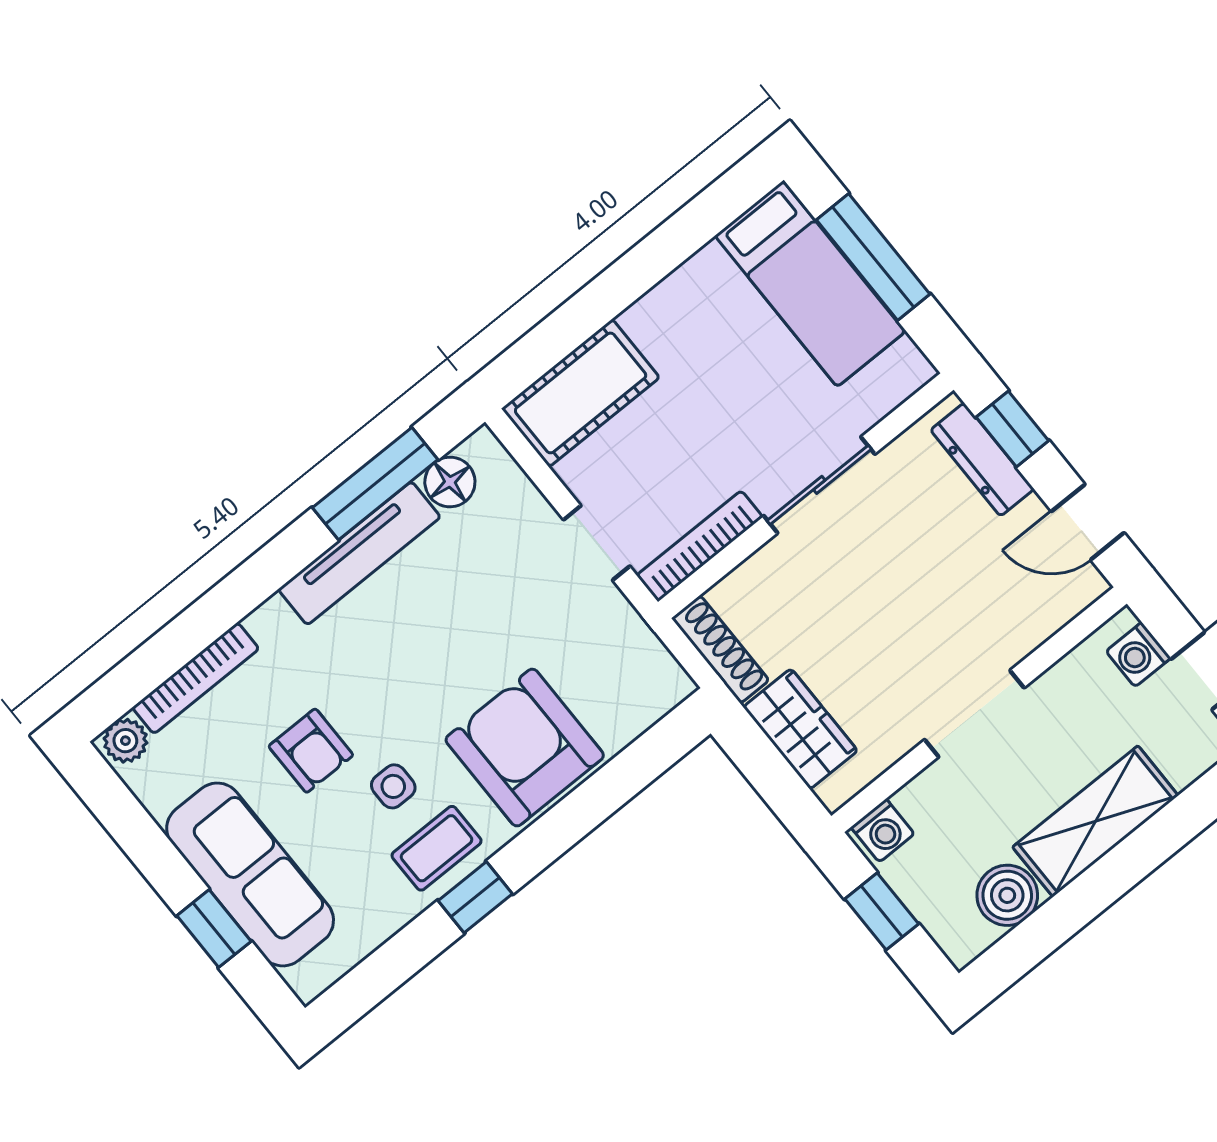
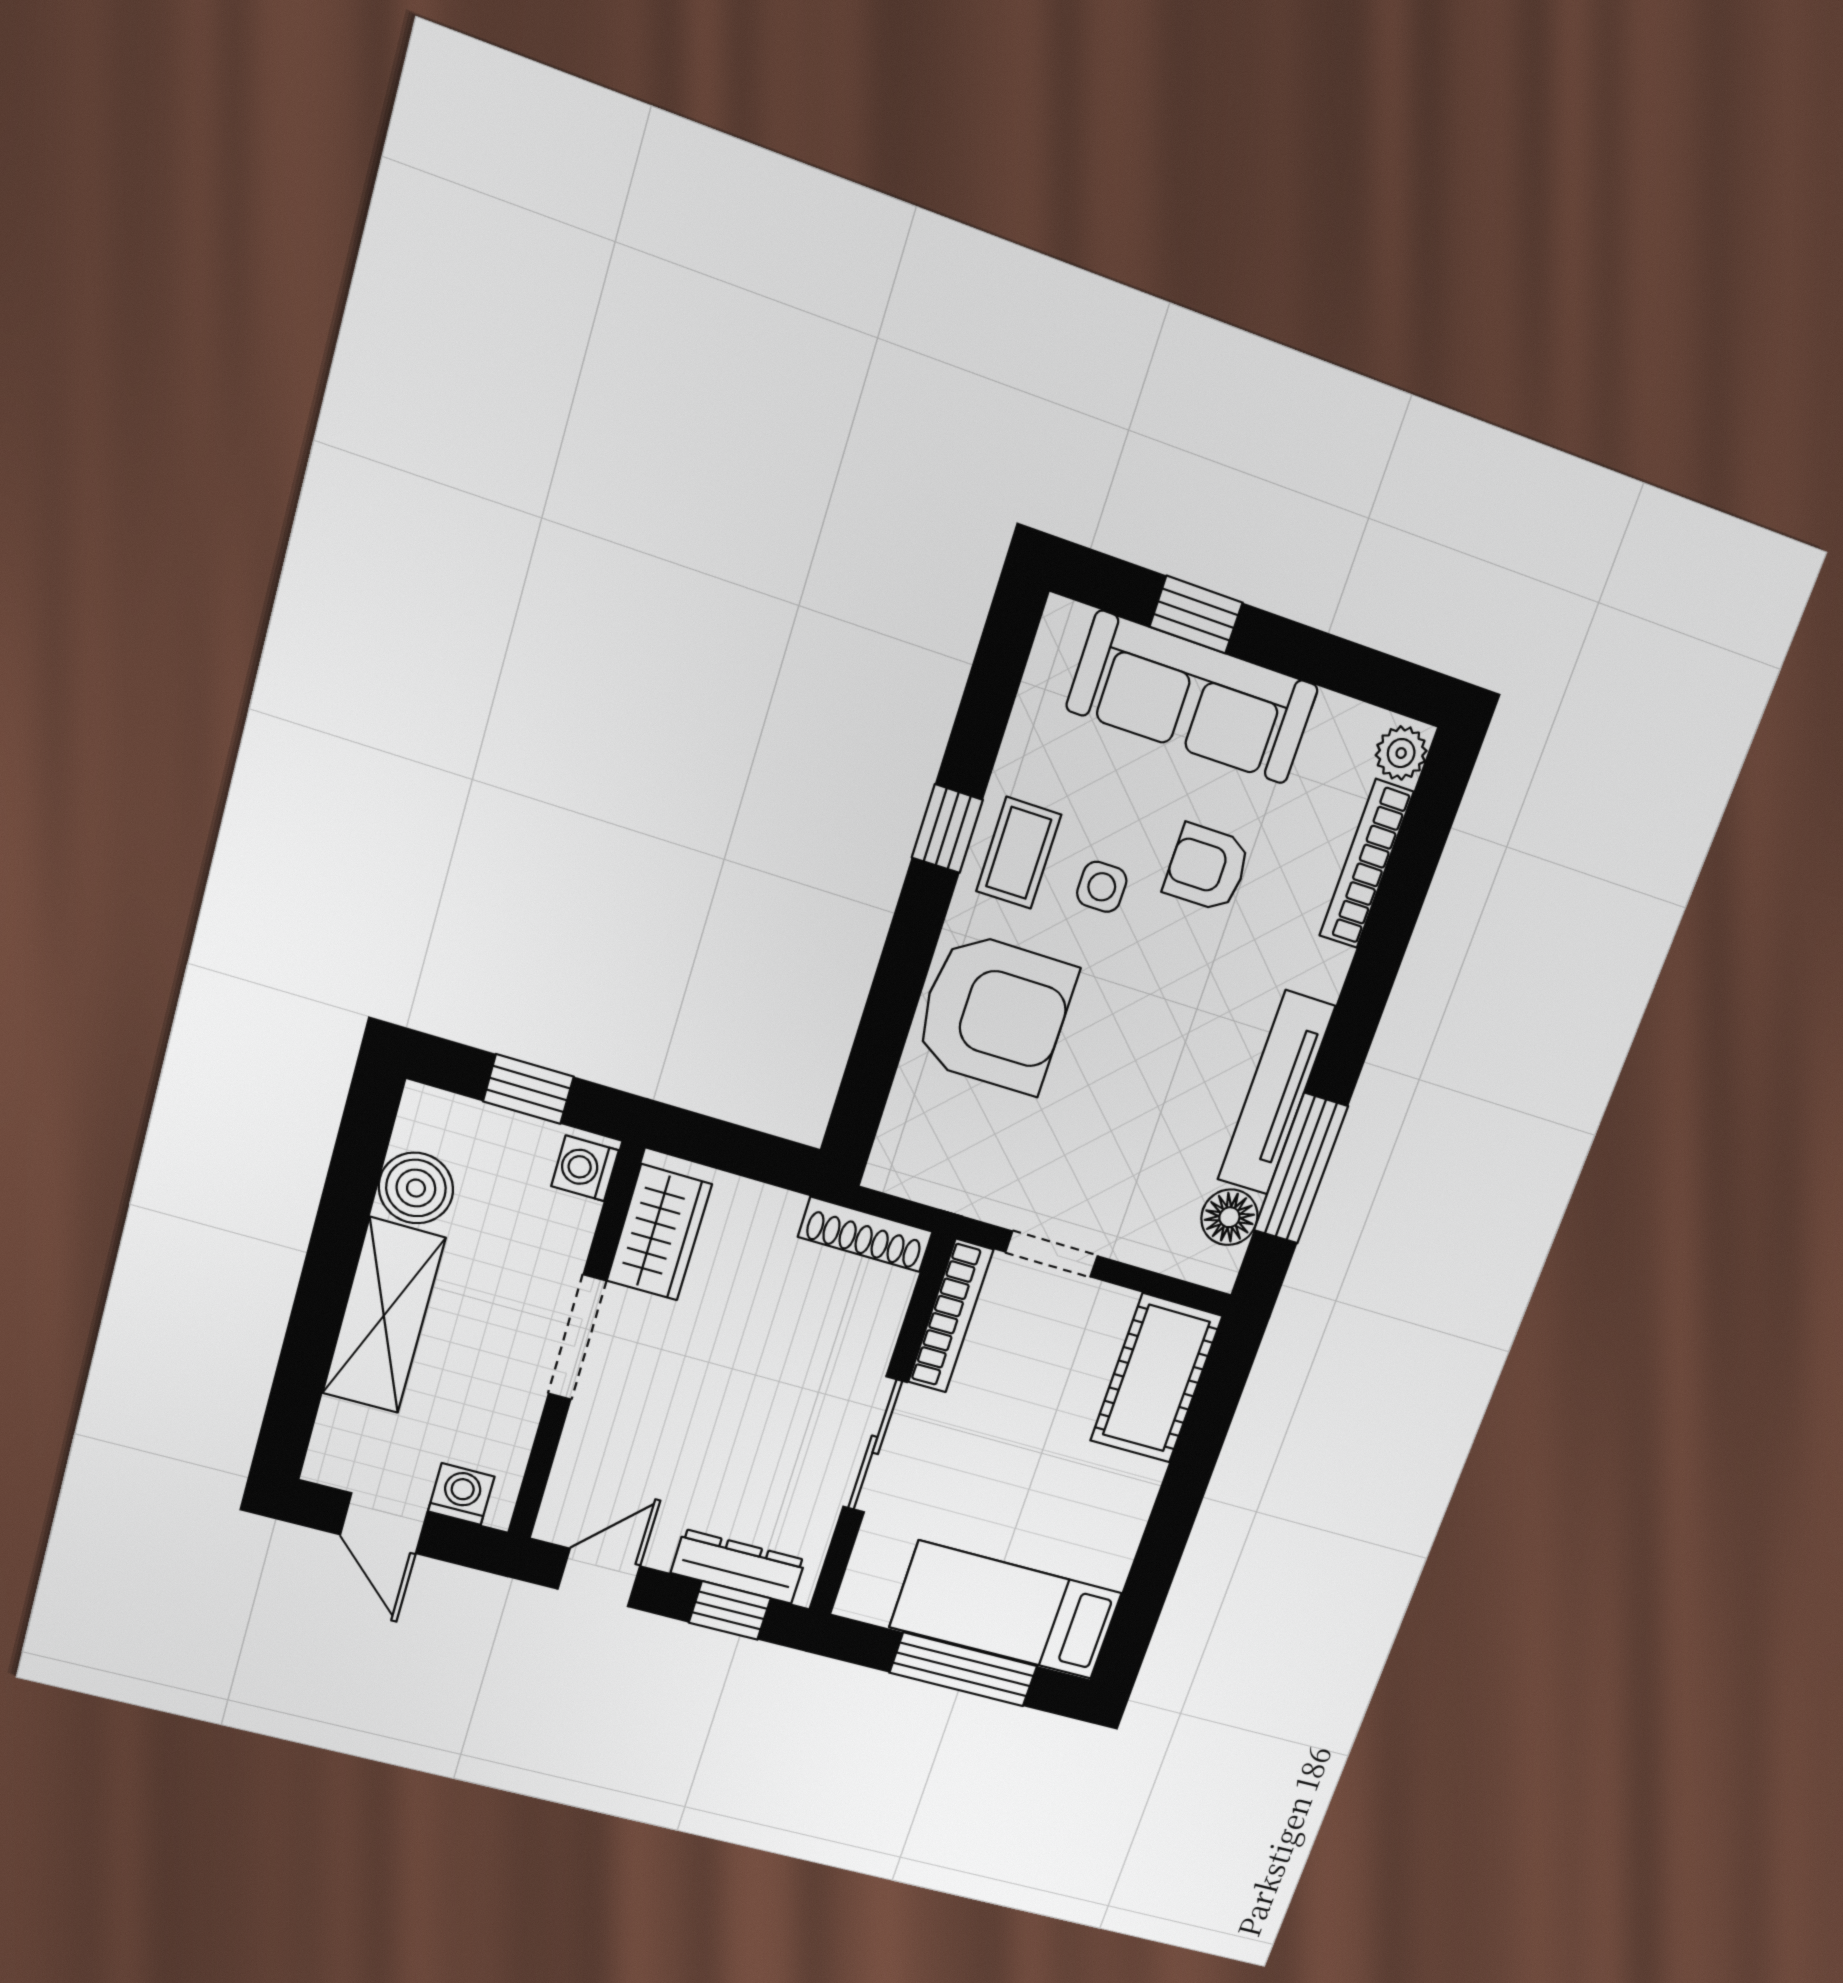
wardrobe: (800, 729) -> (659, 1232), moved, turned -90

